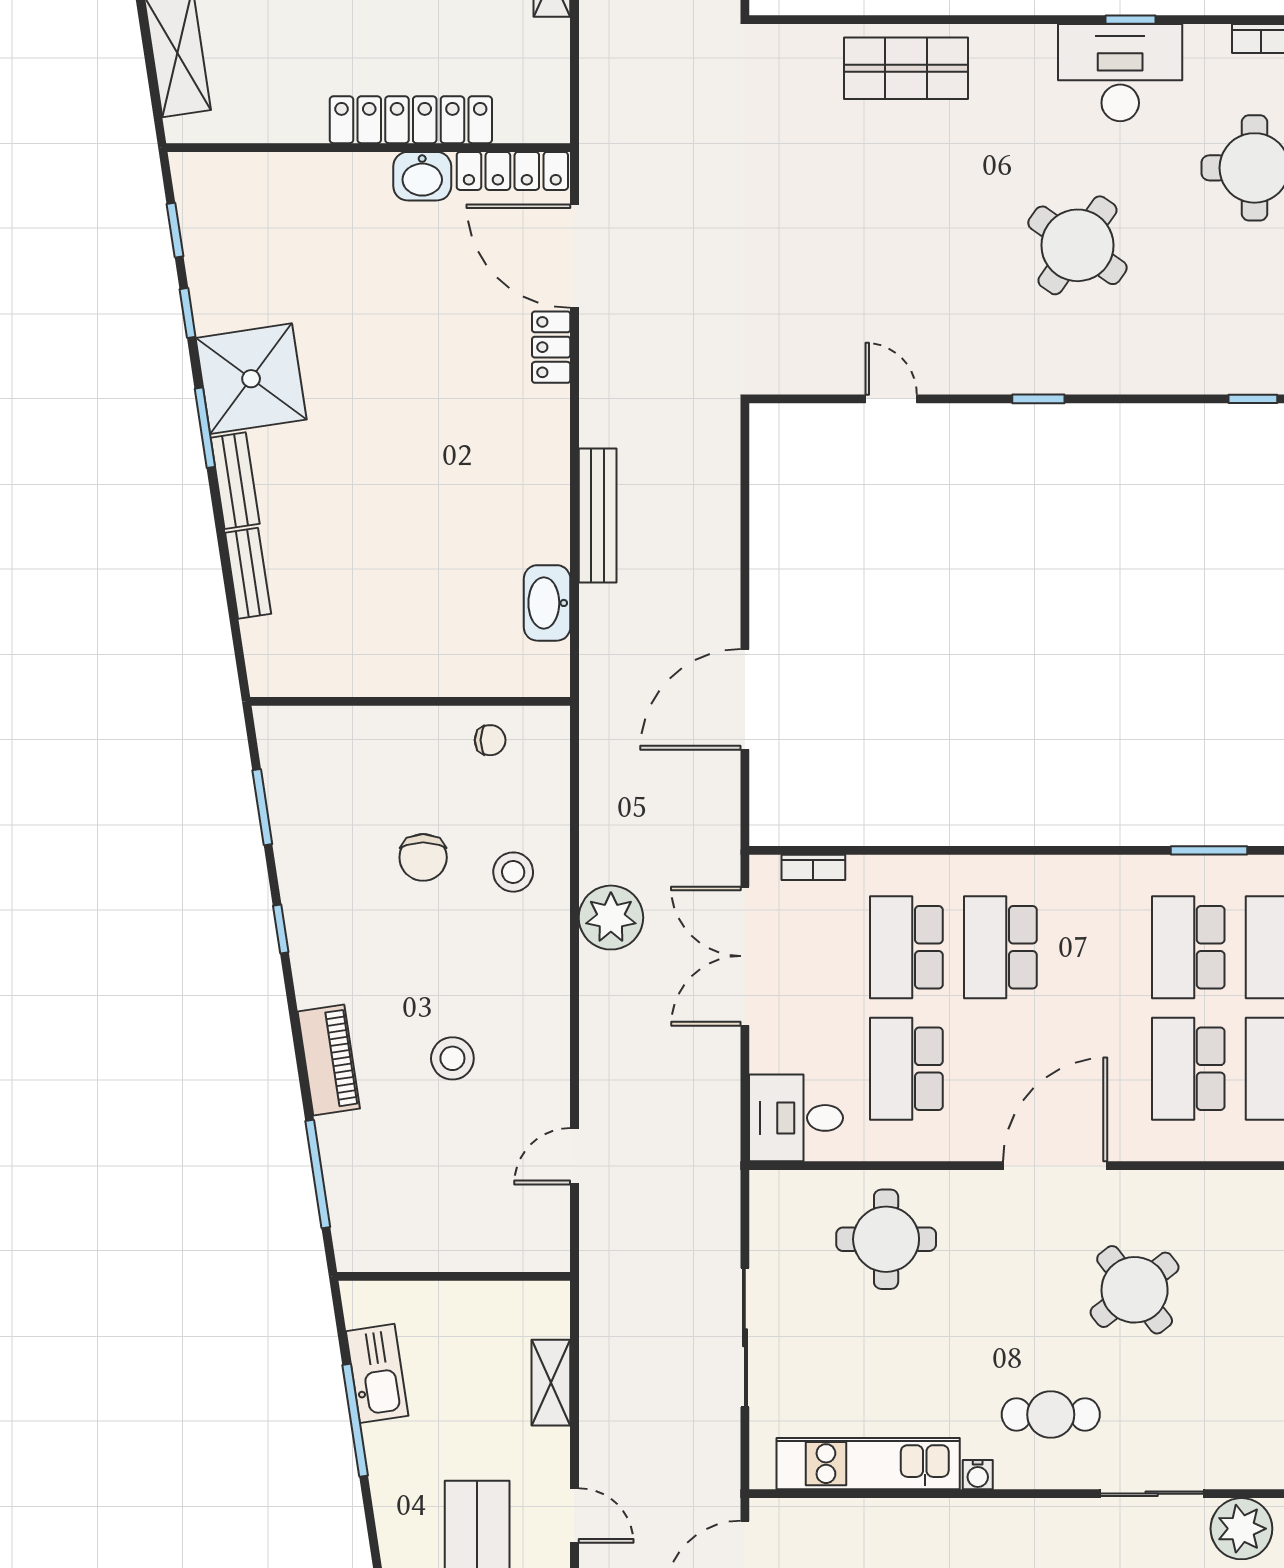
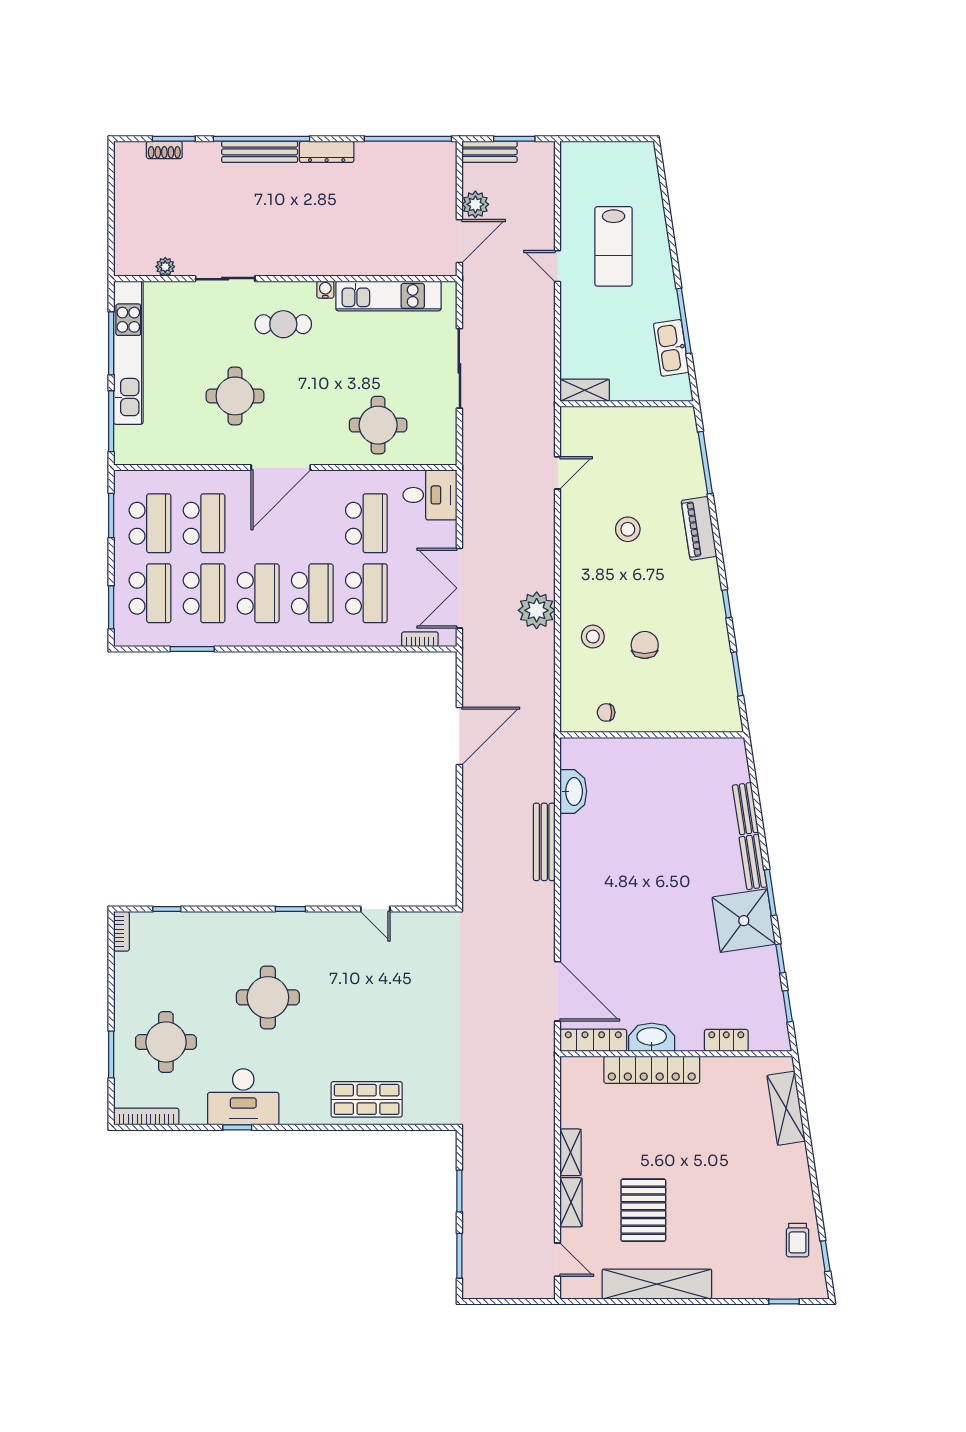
washbasin: (422, 176) -> (652, 1037), width x1.38
round table: (1077, 245) -> (268, 997), turned -35
locker: (551, 347) -> (726, 1040), moved, turned -90
school desk: (1094, 947) -> (258, 593), added
double door: (745, 956) -> (459, 588), swing flipped
round table: (1135, 1290) -> (235, 396), turned 38
shelving: (551, 1383) -> (585, 390), moved, turned 90
plant: (1241, 1529) -> (165, 267), width x0.53, depth x0.53

